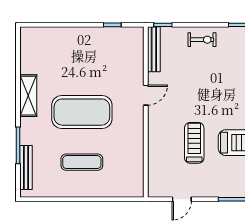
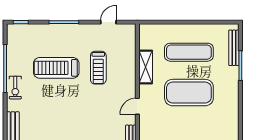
shelving: (28, 96) -> (146, 67), moved
exercise mat: (82, 162) -> (189, 52), width x1.36, depth x1.45

